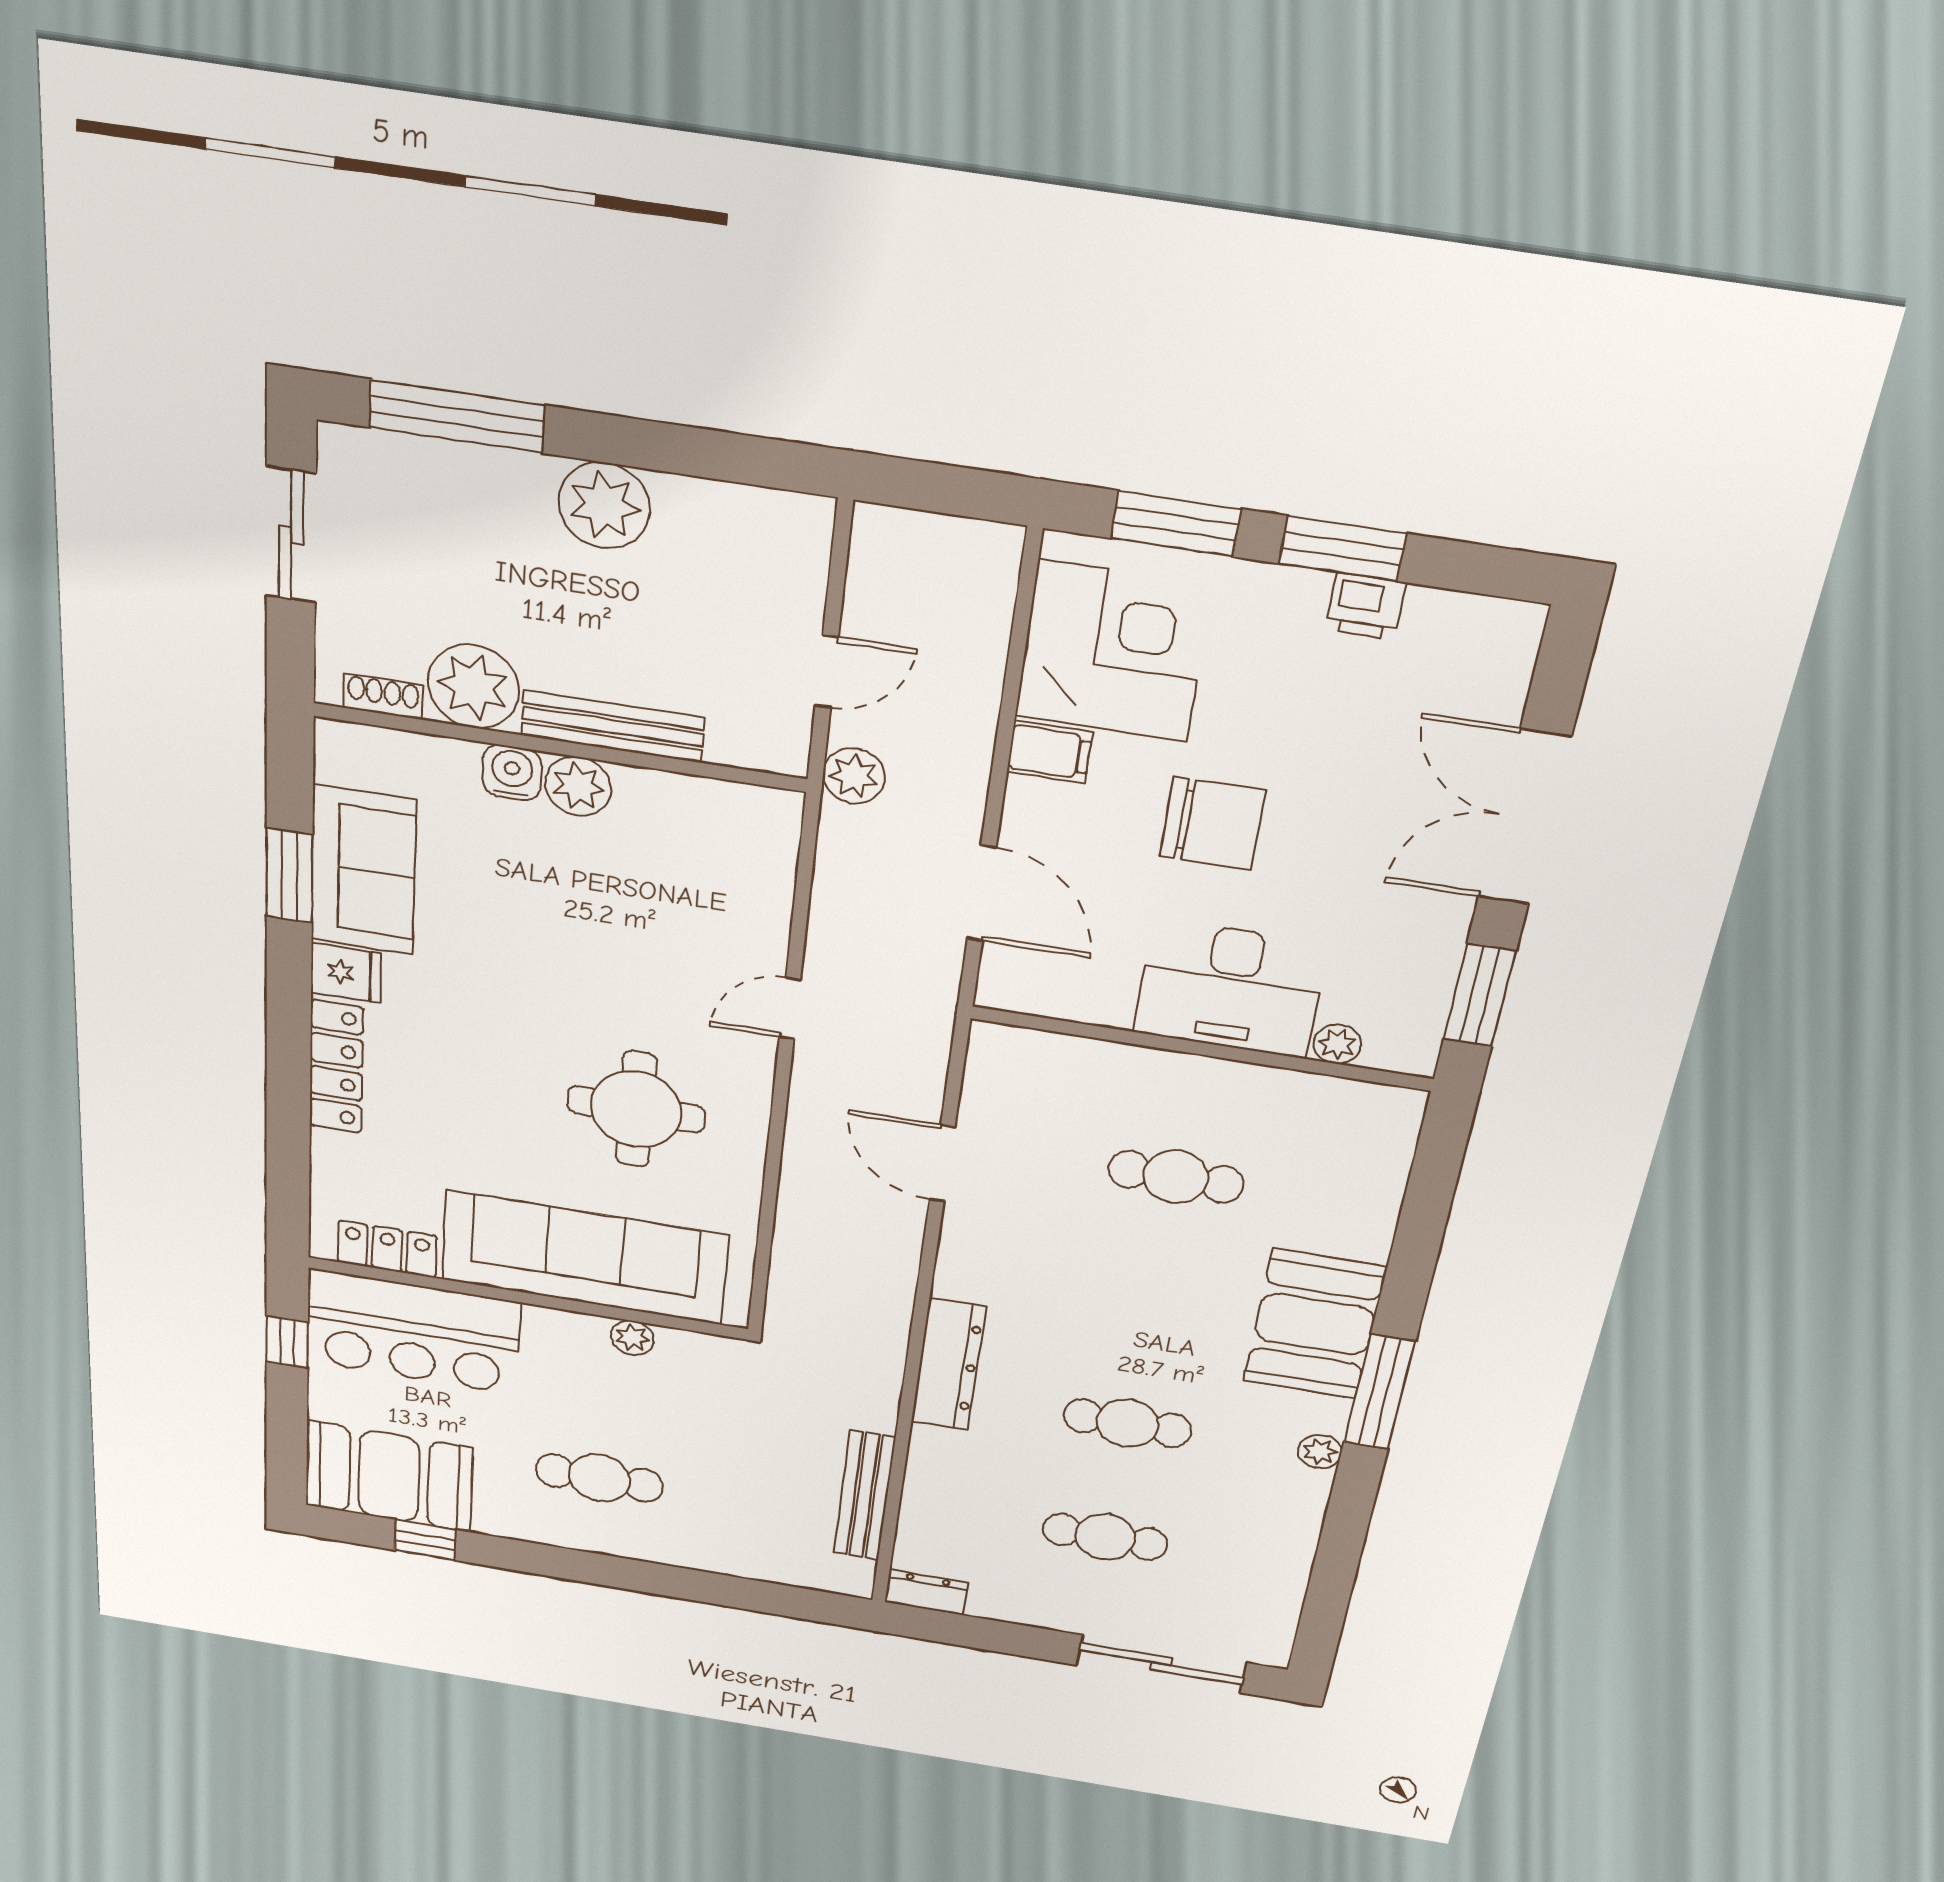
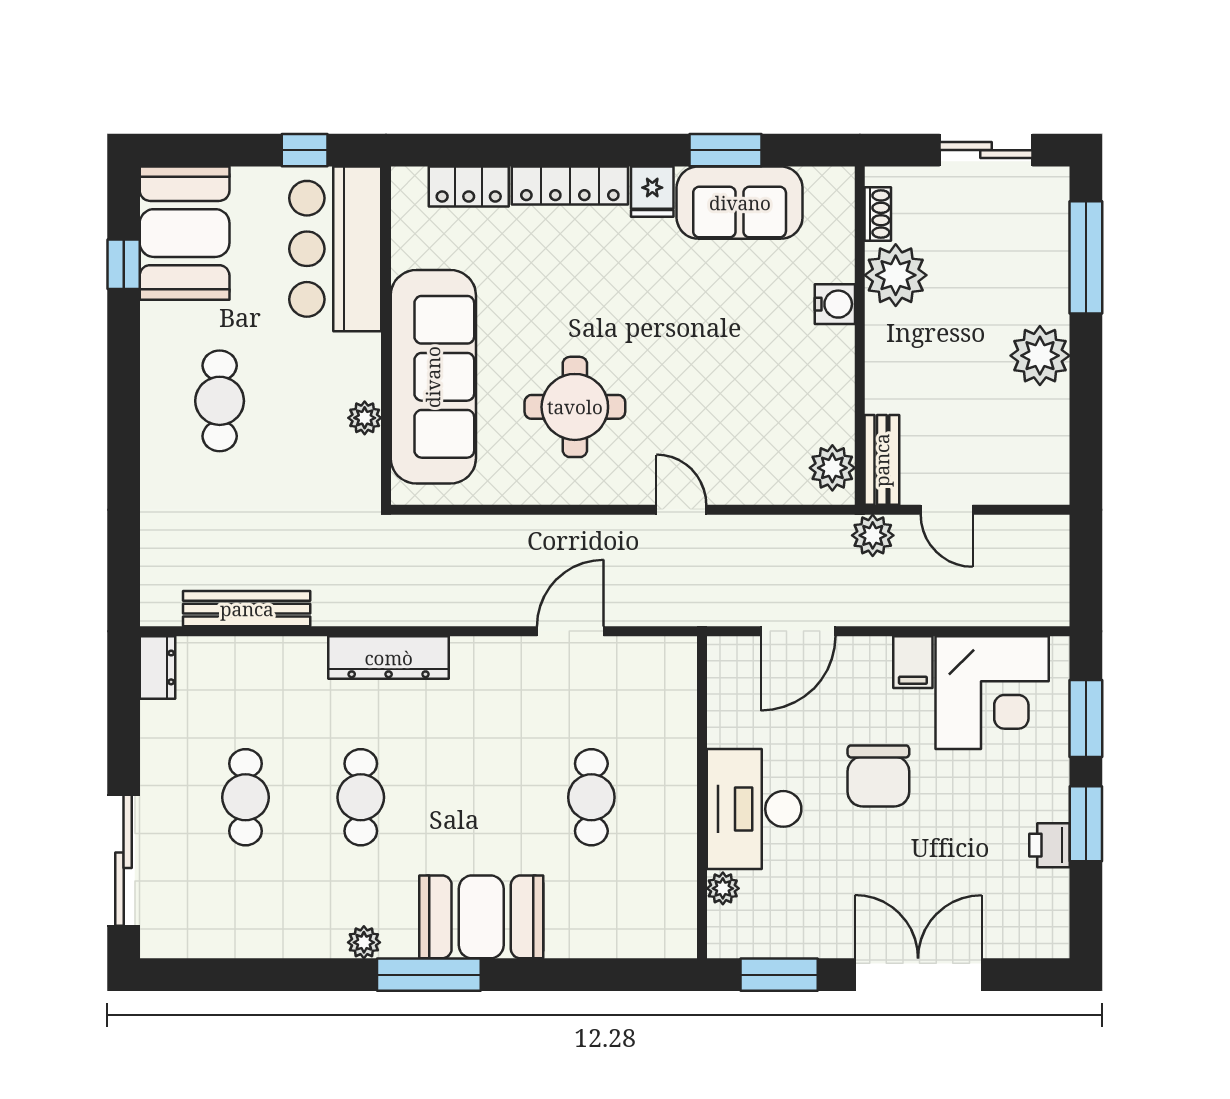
bench: (613, 726) -> (882, 460), moved, width x0.73
plant: (578, 786) -> (832, 468), moved
locker: (387, 1249) -> (469, 186), moved, turned 90

